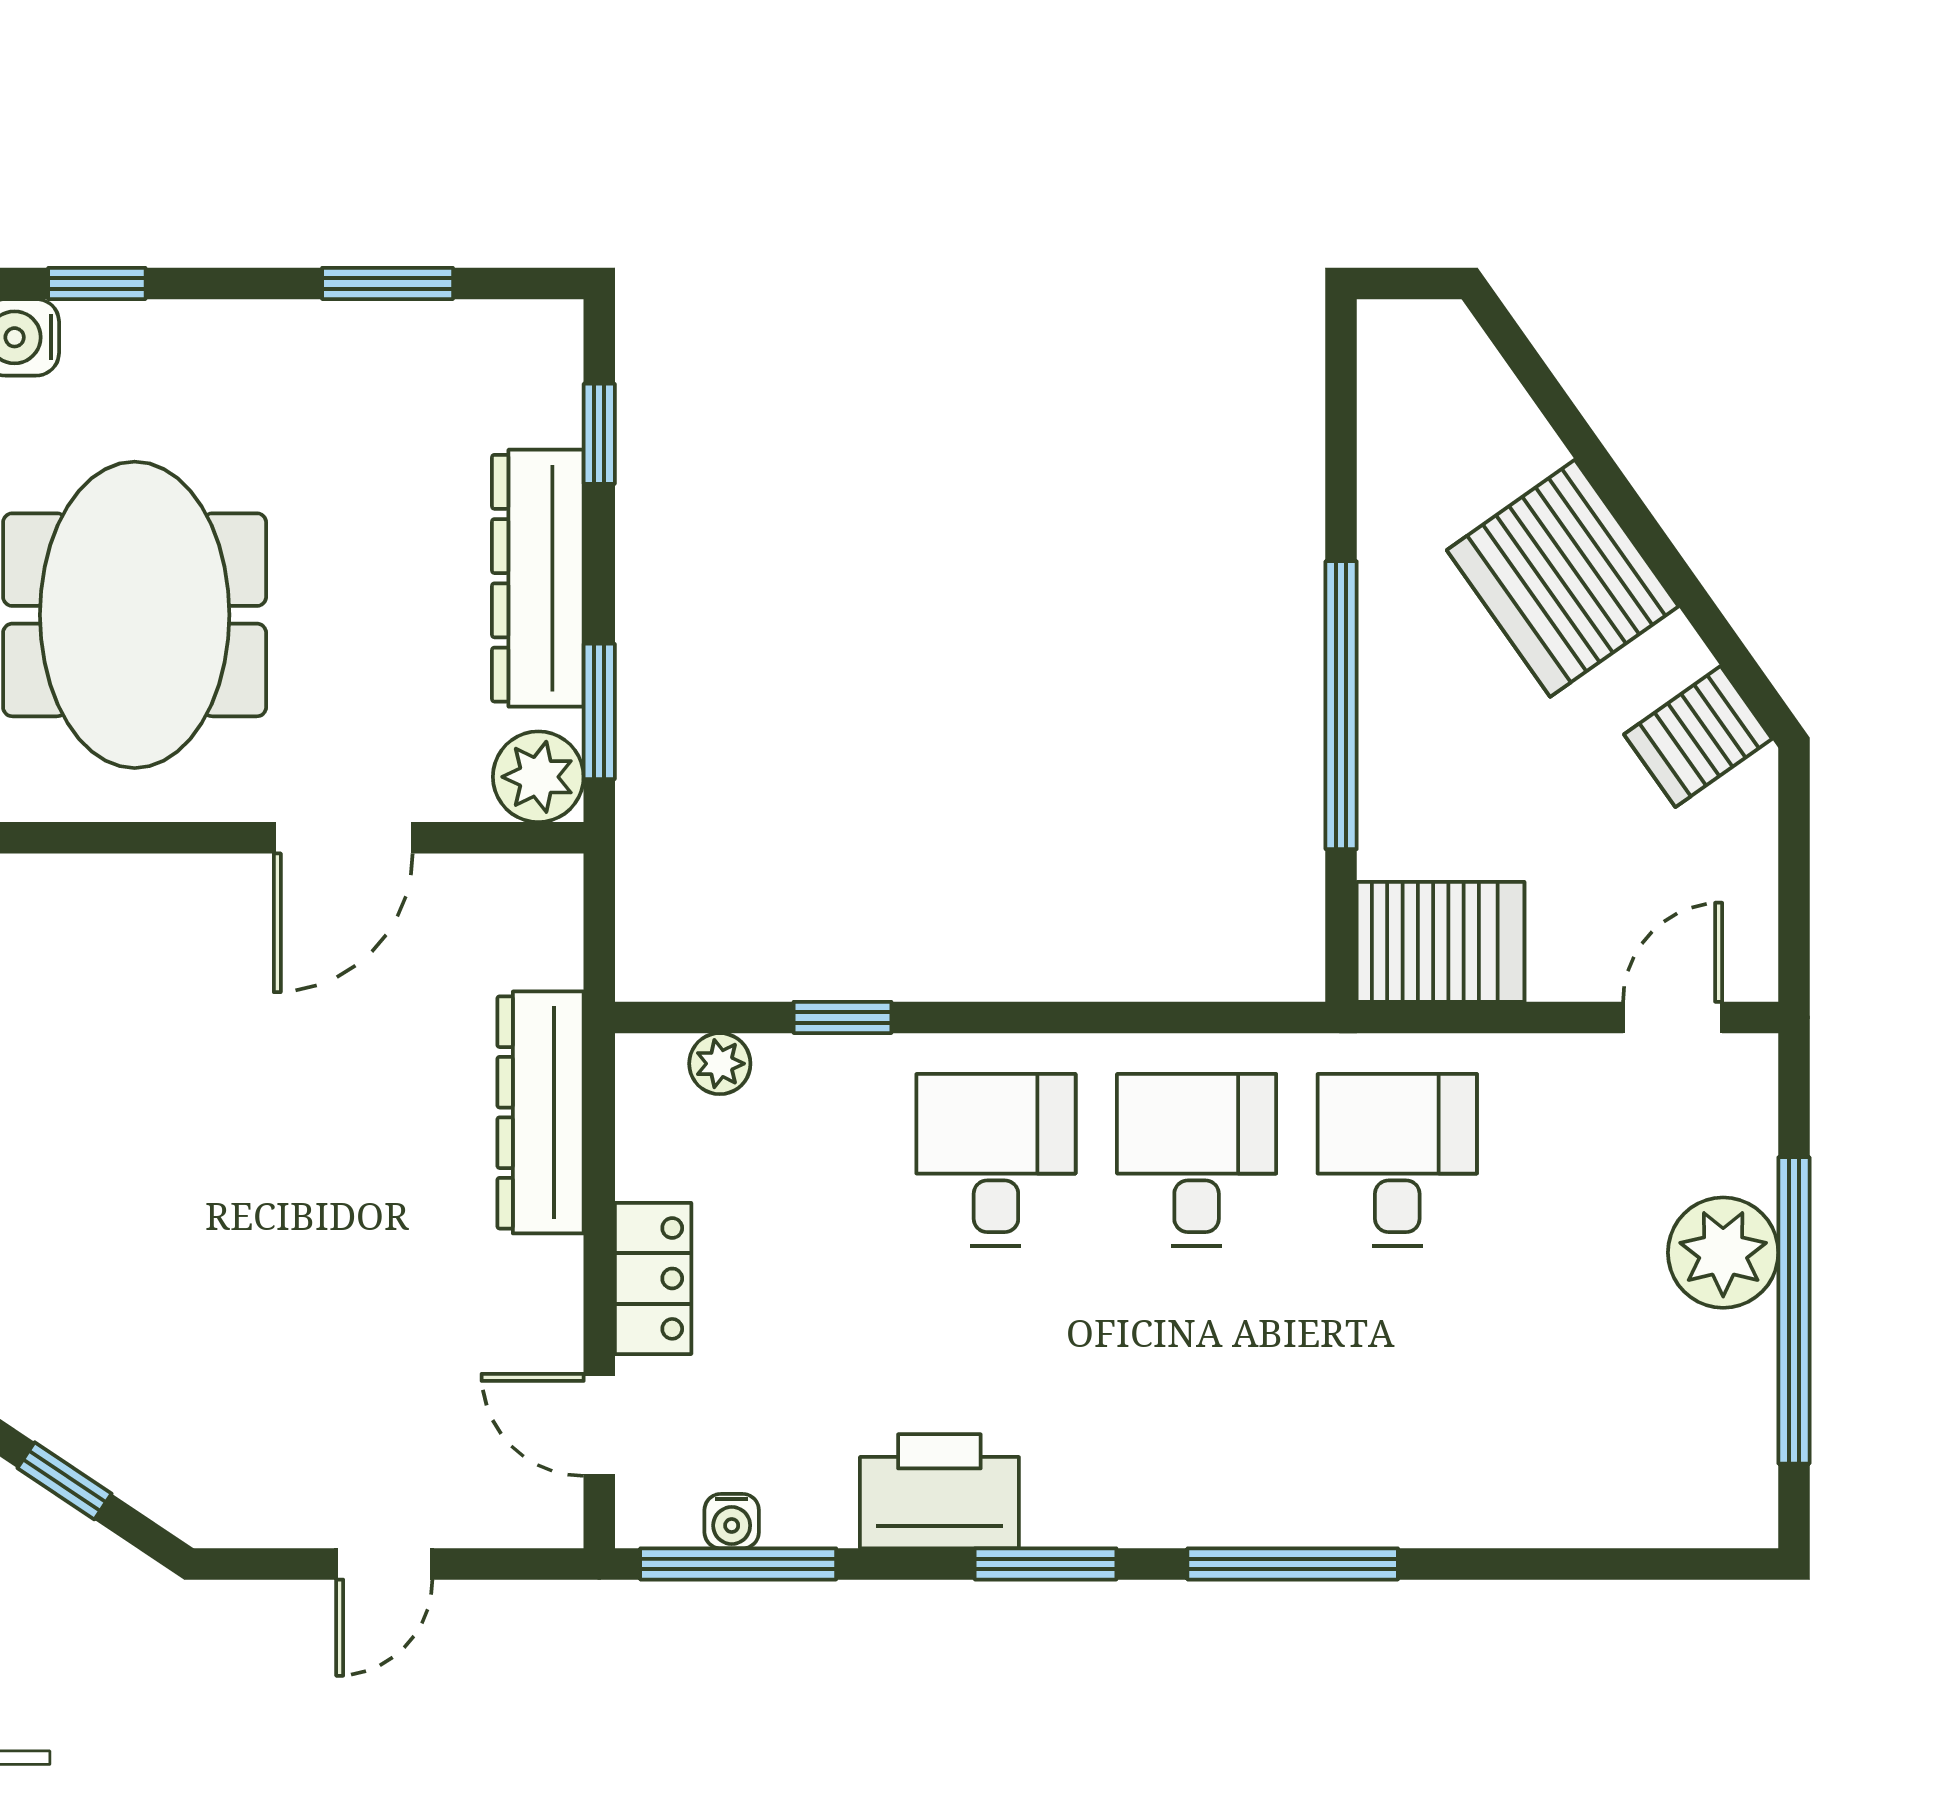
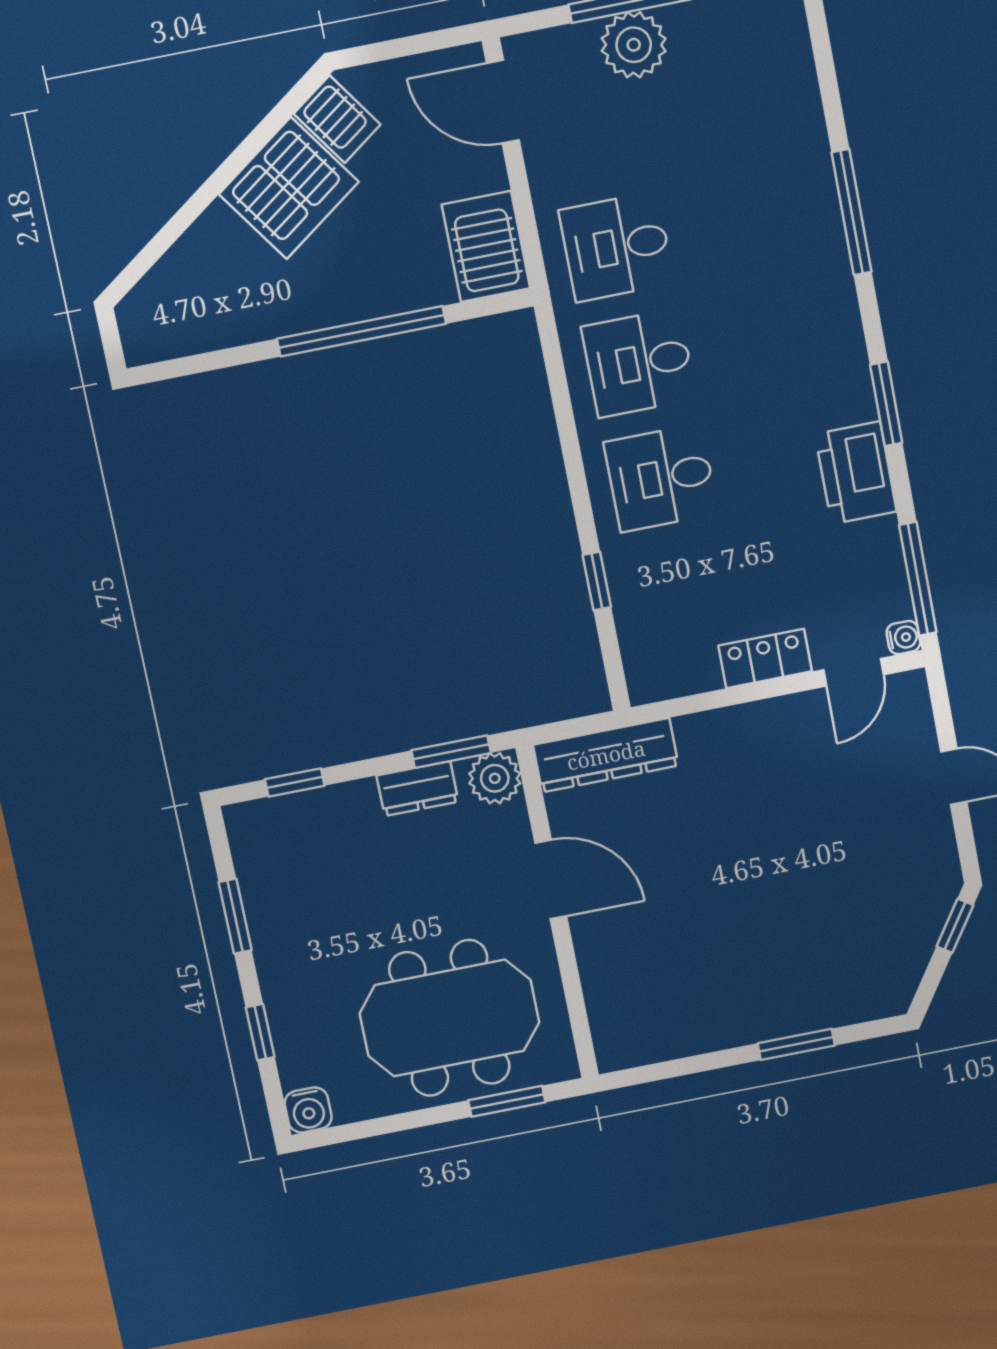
window: (97, 283) -> (260, 1032), moved
dresser: (538, 578) -> (417, 789), width x0.51, depth x0.80
server rack: (1563, 578) -> (289, 188), moved
door: (1673, 1017) -> (503, 102), width x1.38
plant: (720, 1064) -> (636, 645), removed
dresser: (540, 1112) -> (606, 755), moved
window: (65, 1481) -> (955, 926), moved
water cooler: (732, 1521) -> (903, 638), moved
window: (1293, 1564) -> (851, 212), moved

